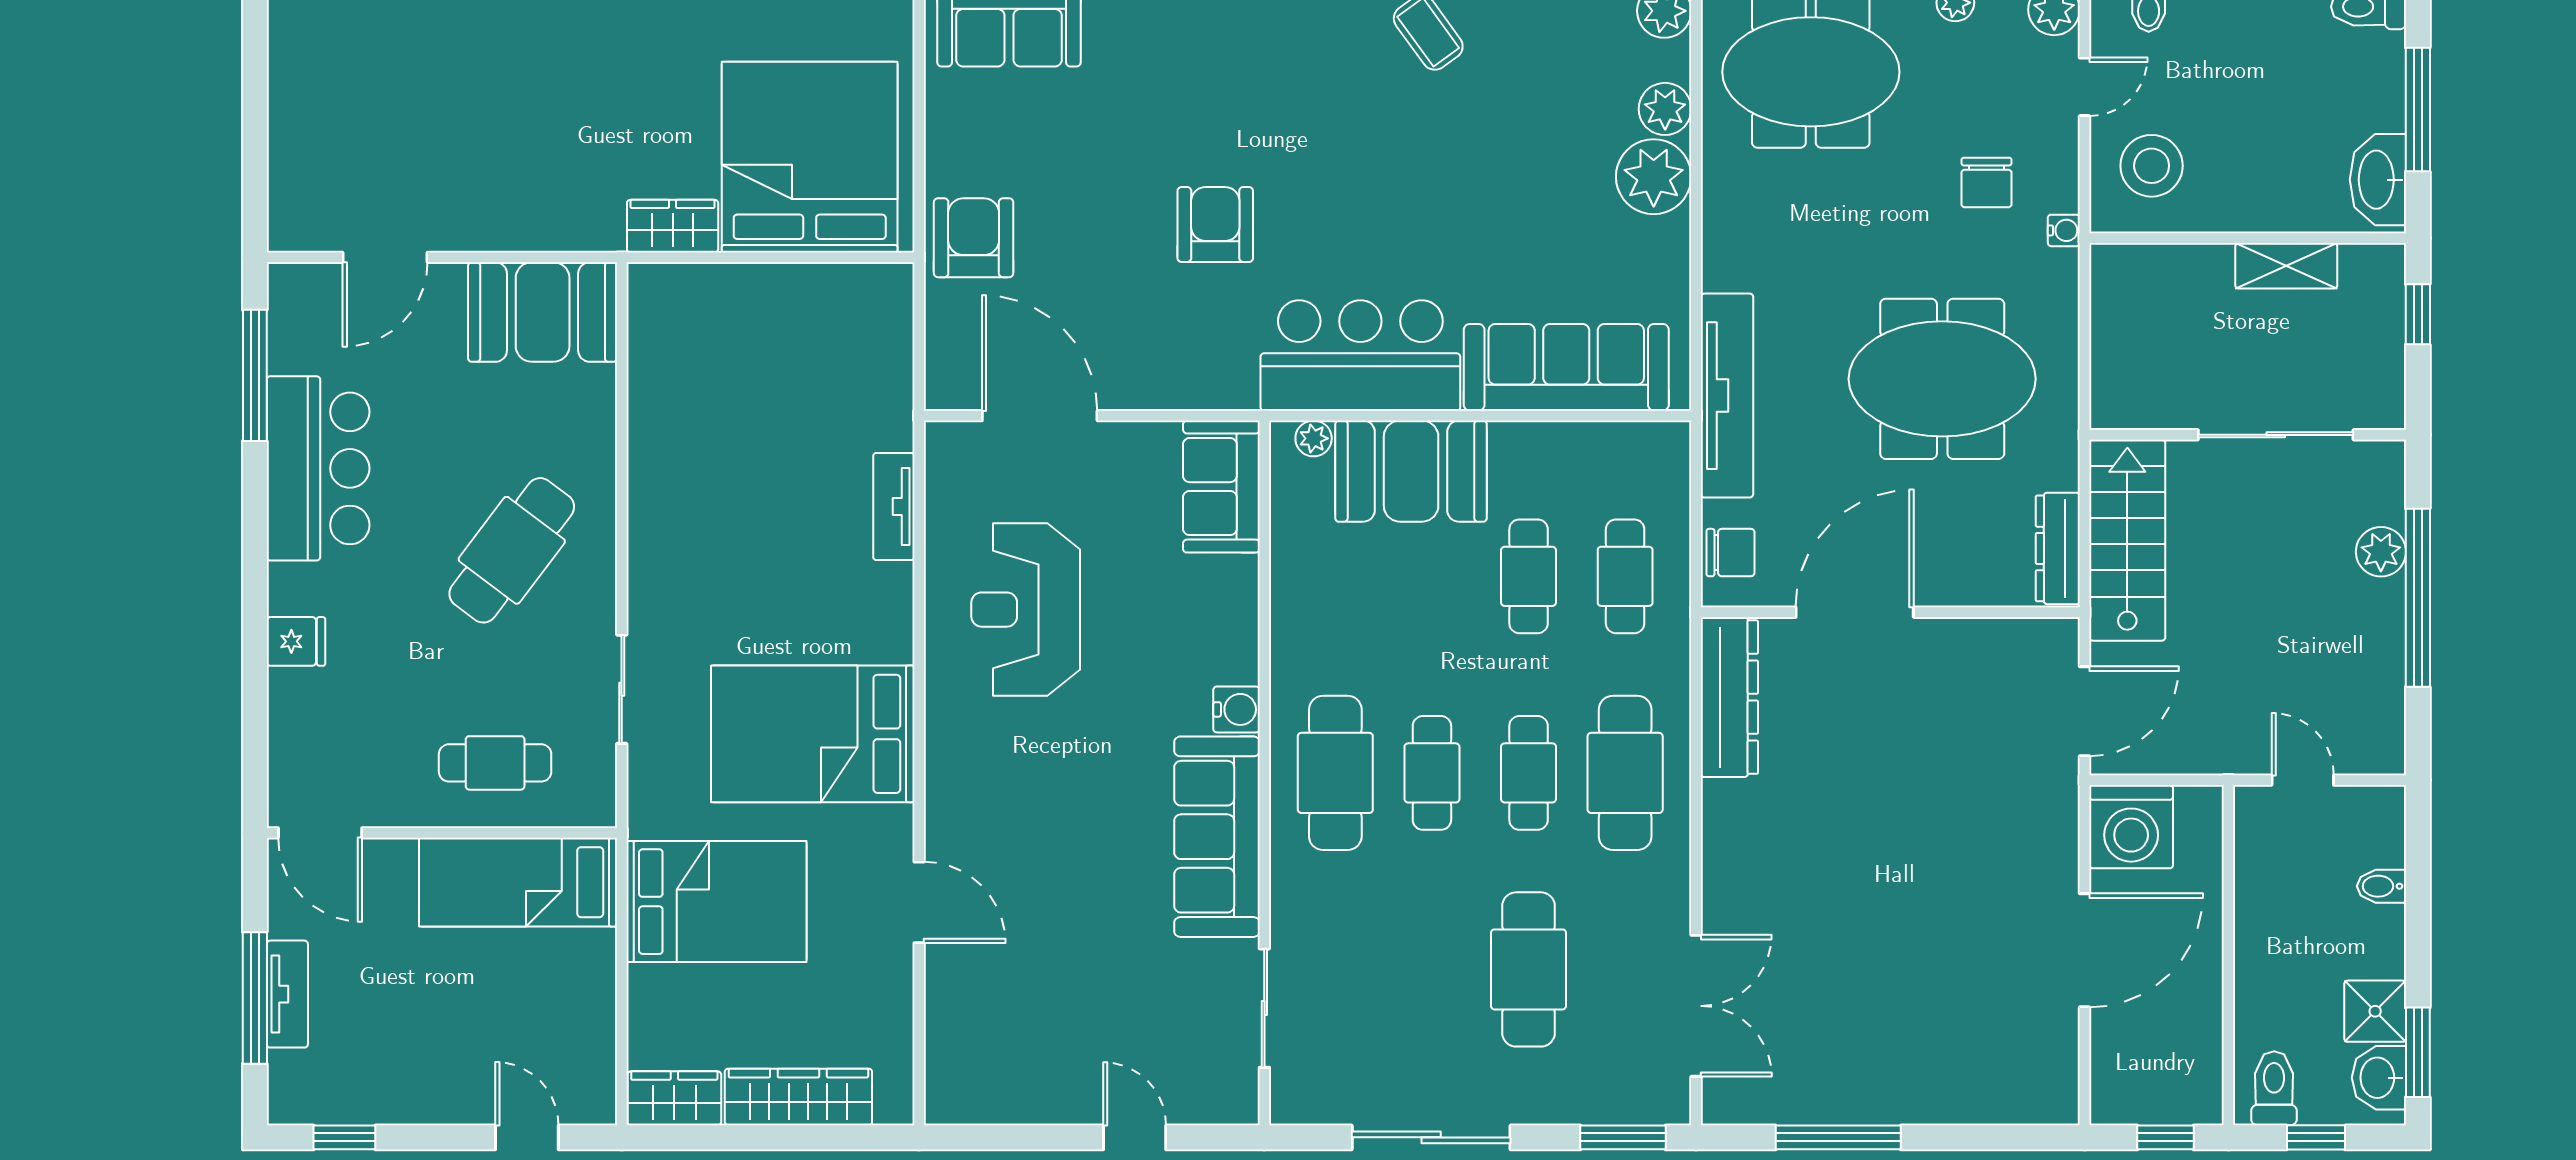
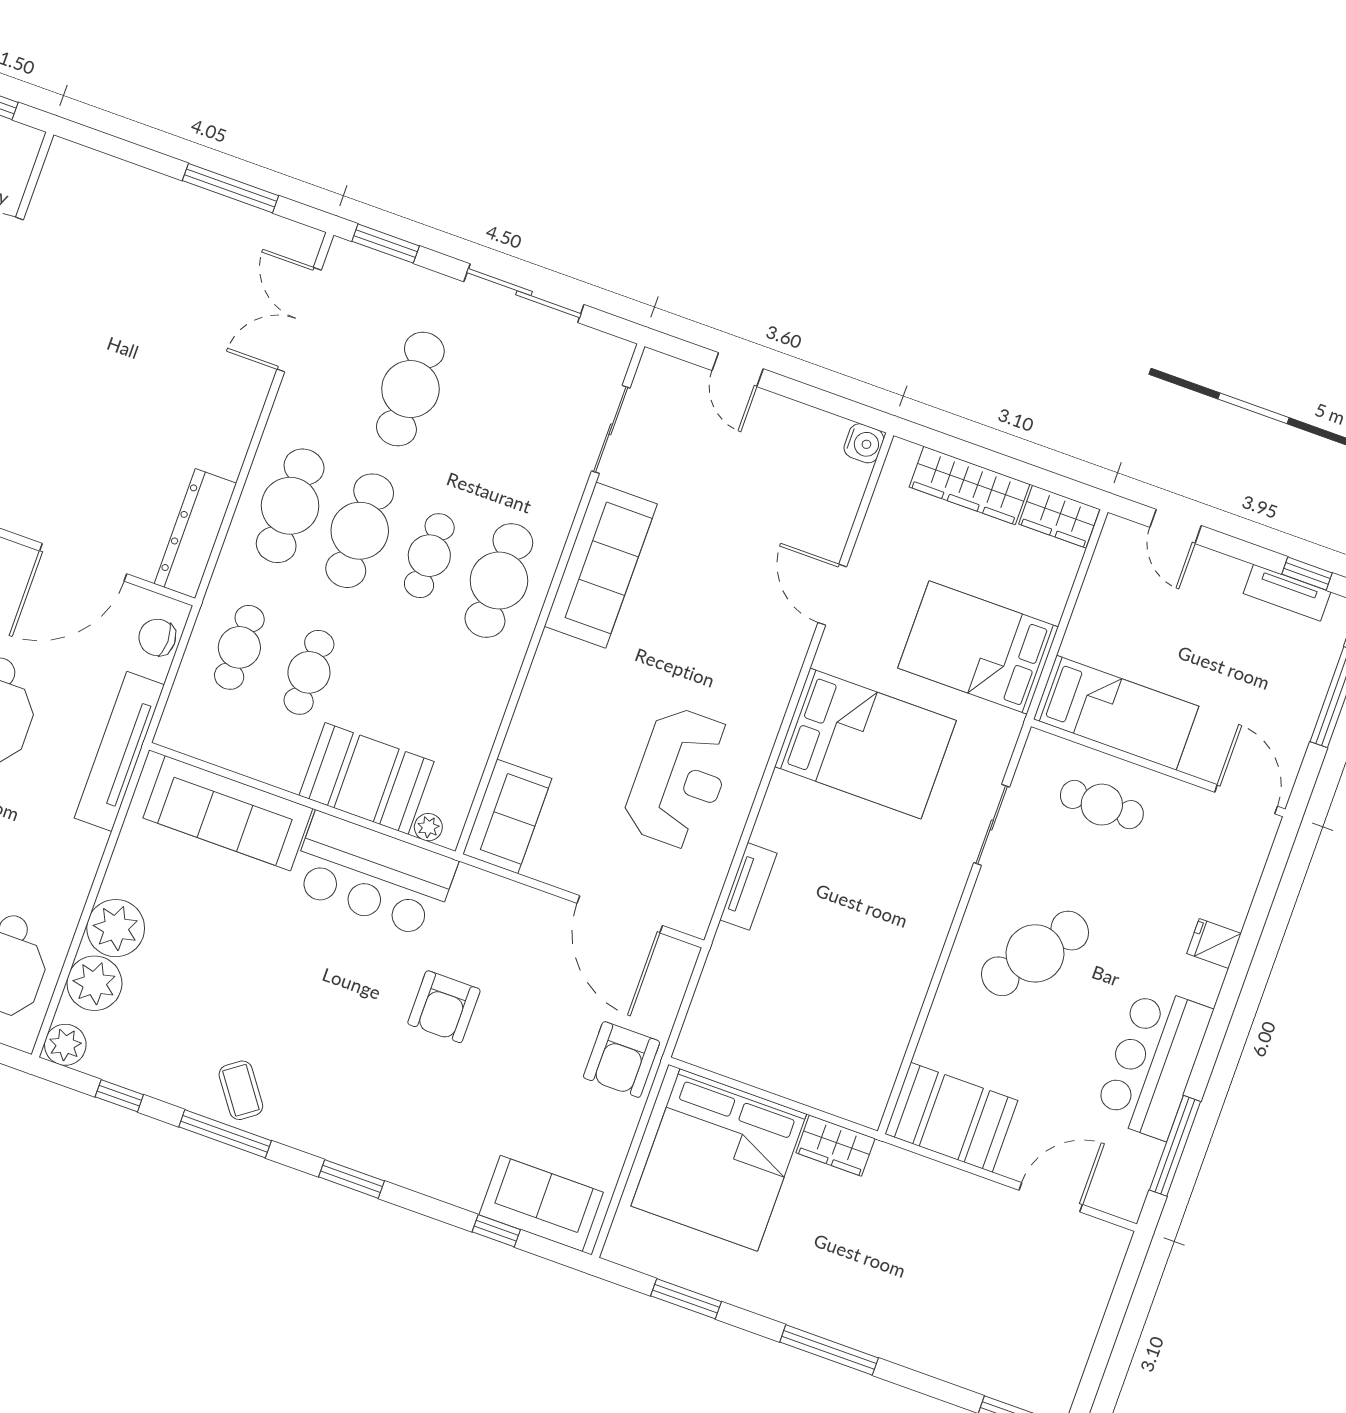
plant: (1665, 109) -> (94, 983), width x1.36, depth x1.36
water cooler: (1237, 709) -> (864, 443), moved, turned 180
cafe table: (1529, 773) -> (360, 531), width x1.37, depth x1.35
tv unit: (287, 994) -> (1287, 593), moved, turned -90

